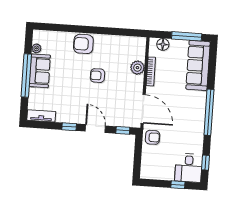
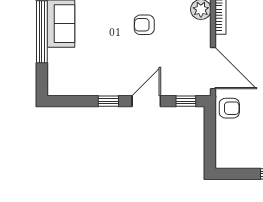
tv unit: (41, 116) -> (67, 88), removed
door: (95, 129) -> (146, 101), hinge flipped

